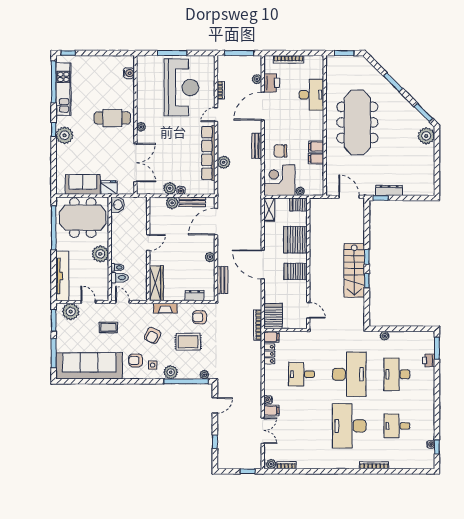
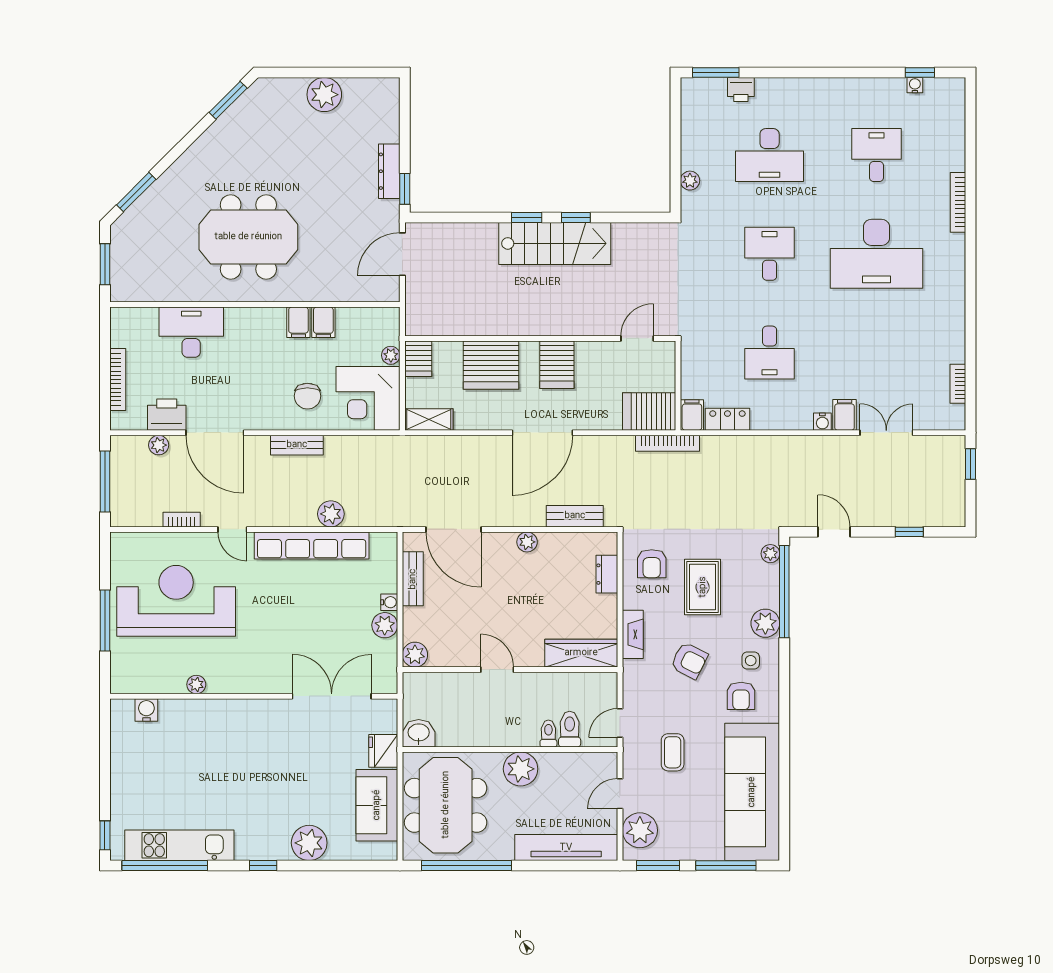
window: (393, 82) -> (136, 192), moved
cafe table: (112, 118) -> (239, 744), removed
meeting table: (357, 122) -> (248, 237), width x0.73
plant: (141, 127) -> (196, 684), moved
plant: (65, 135) -> (309, 843), moved
plant: (426, 136) -> (324, 95), moved
plant: (172, 203) -> (415, 655), moved
desk: (349, 374) -> (770, 254), width x0.53, depth x0.77
desk: (397, 426) -> (876, 155), turned 180
plant: (271, 464) -> (956, 415), removed

